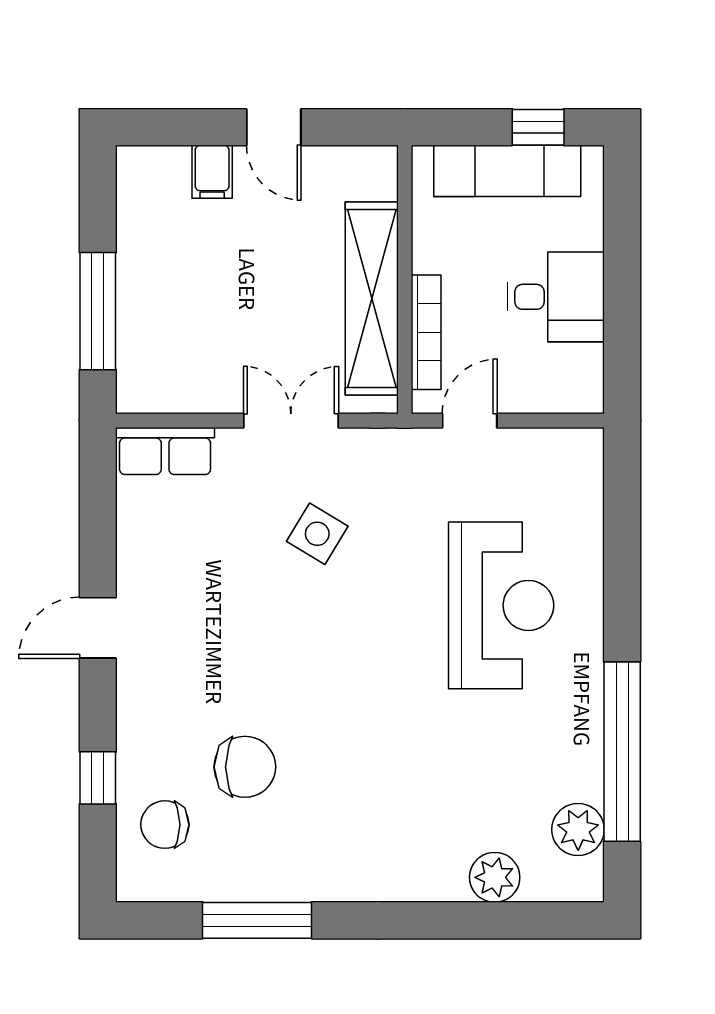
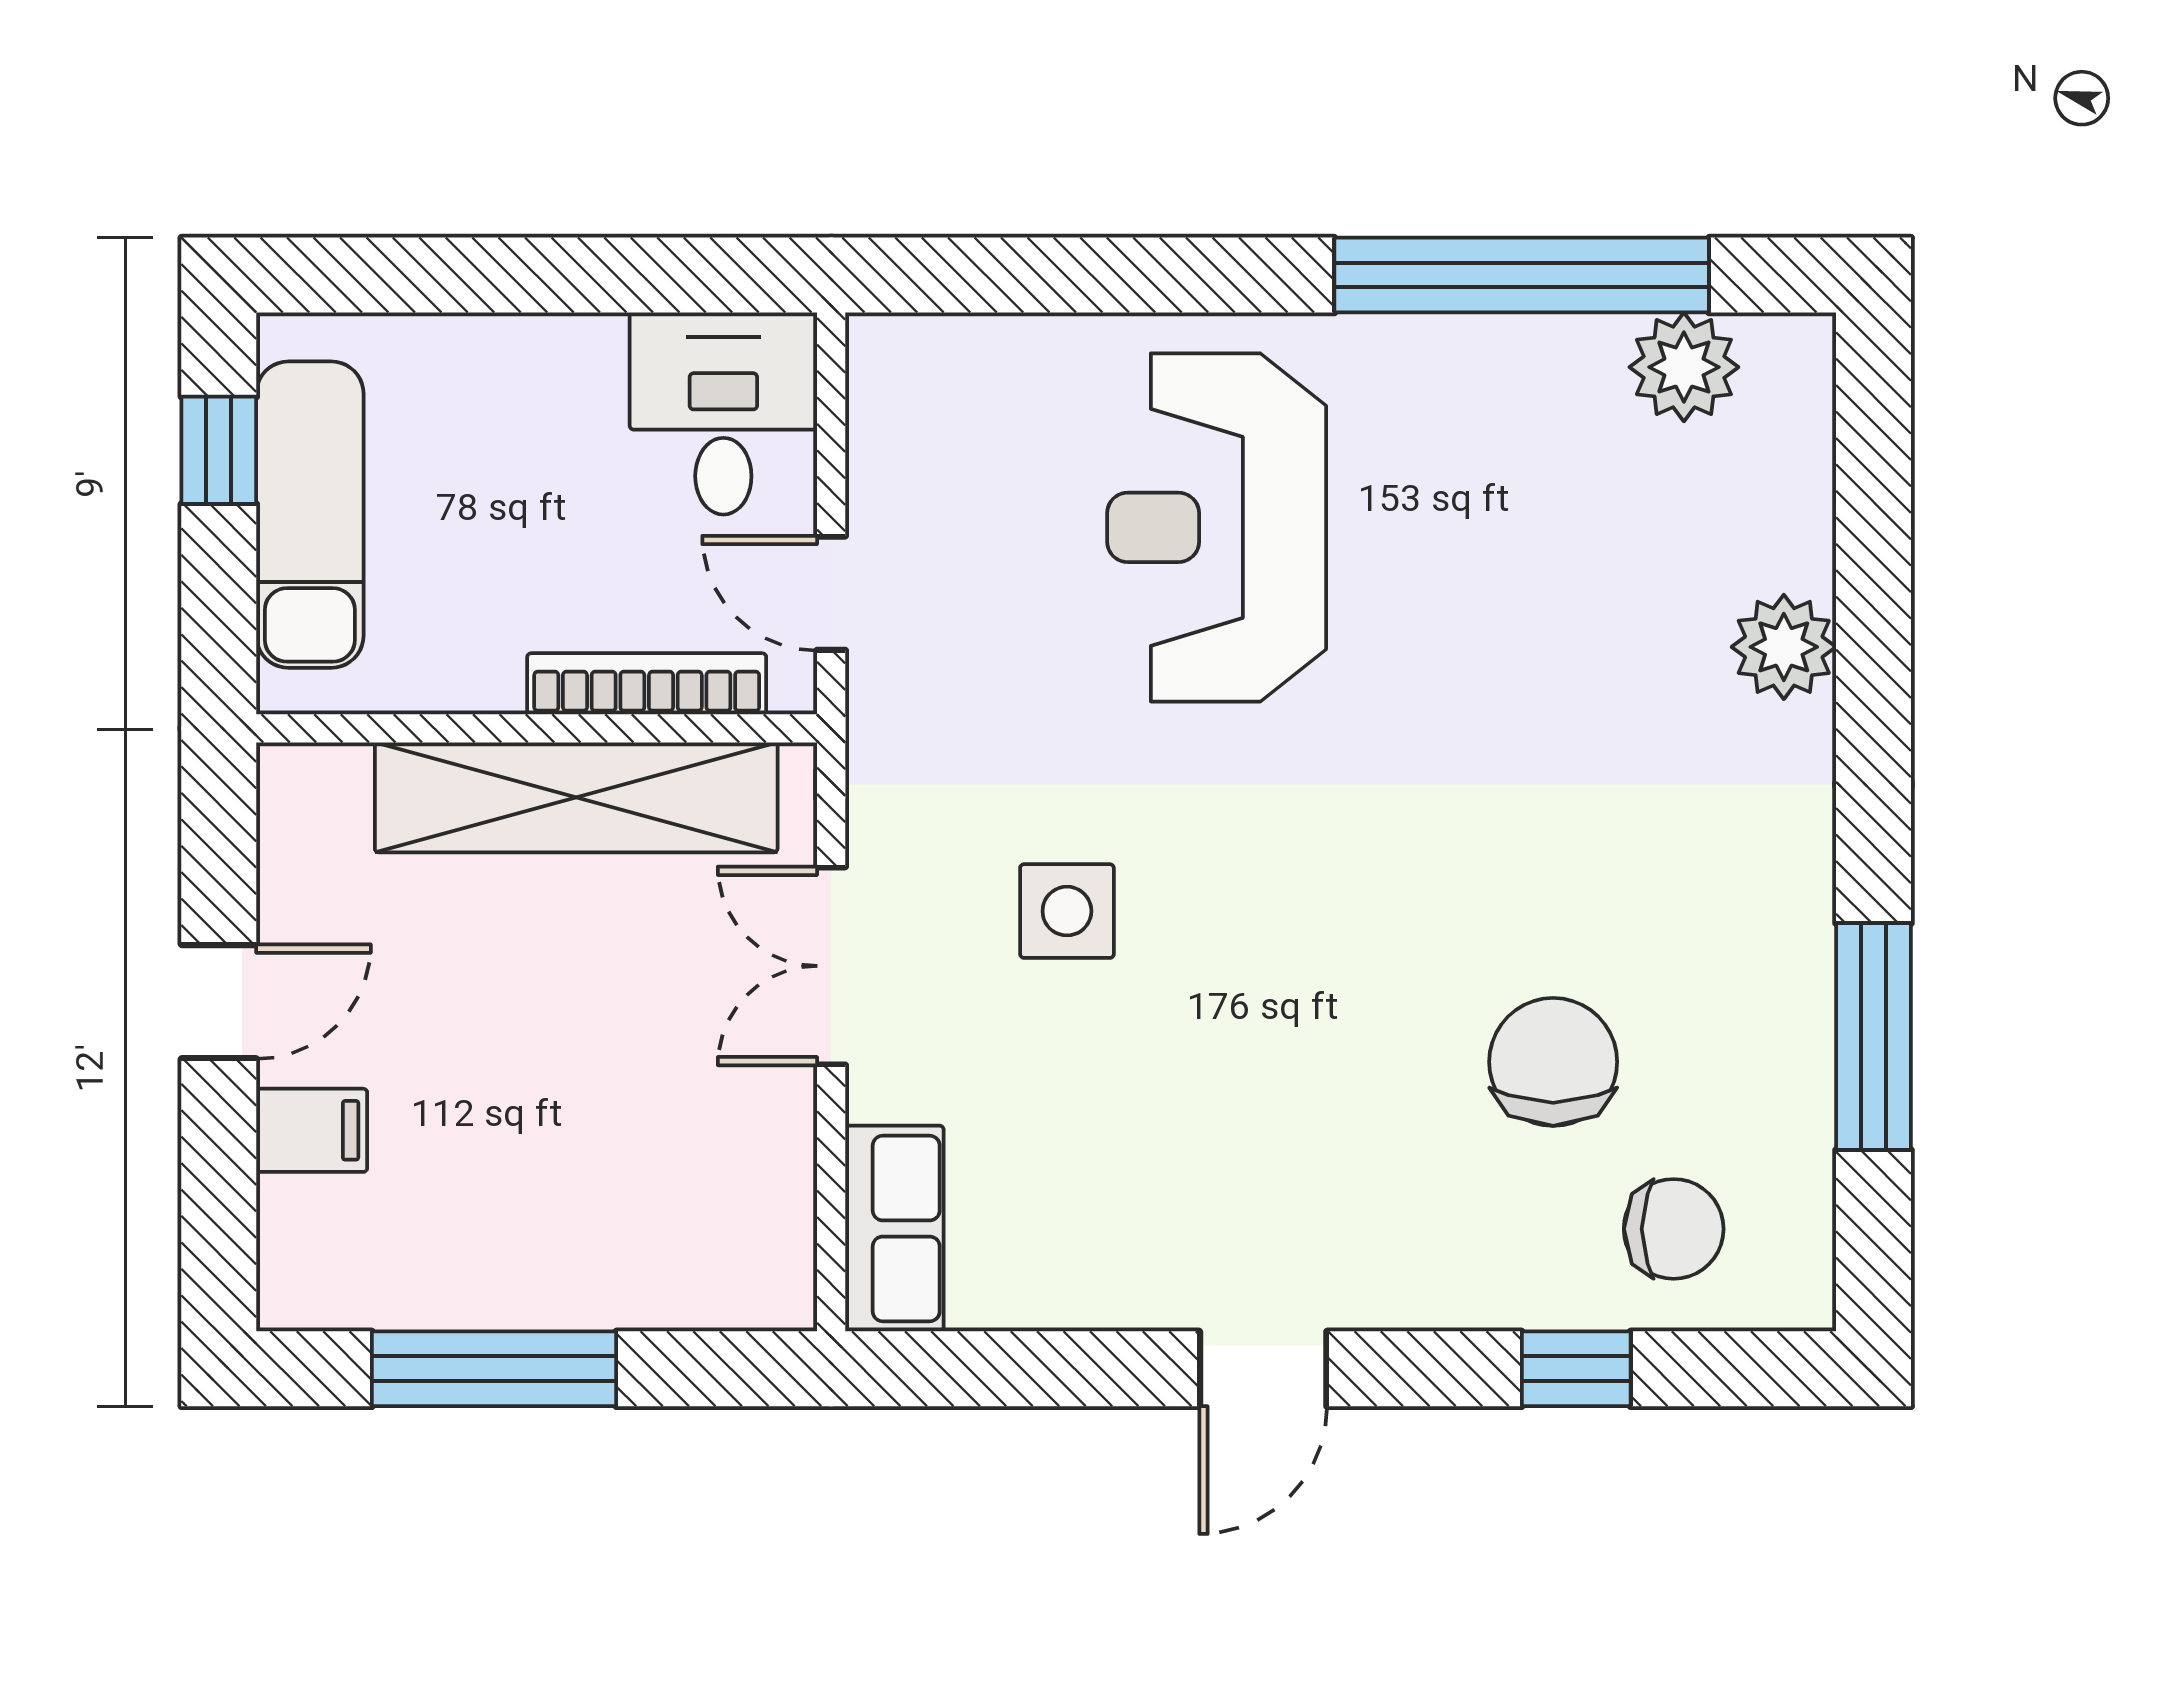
desk: (556, 297) -> (723, 414), moved
window: (98, 311) -> (494, 1369), moved
side table: (317, 534) -> (1067, 911), turned -31
reception desk: (501, 605) -> (1217, 527), turned -90
door: (98, 628) -> (1263, 1369), hinge flipped
chair: (165, 825) -> (1674, 1229), turned -90
plant: (495, 877) -> (1784, 647), moved

